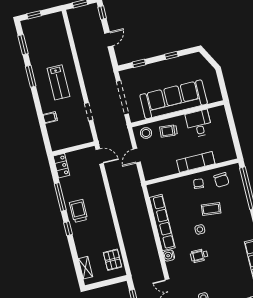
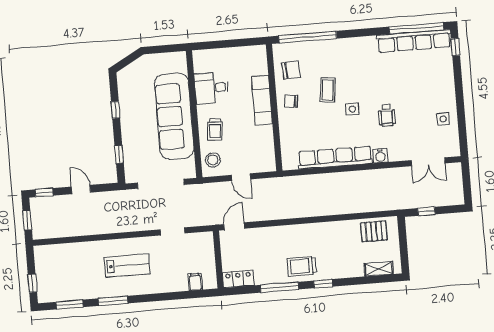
filing cabinet: (50, 118) -> (195, 282), moved

